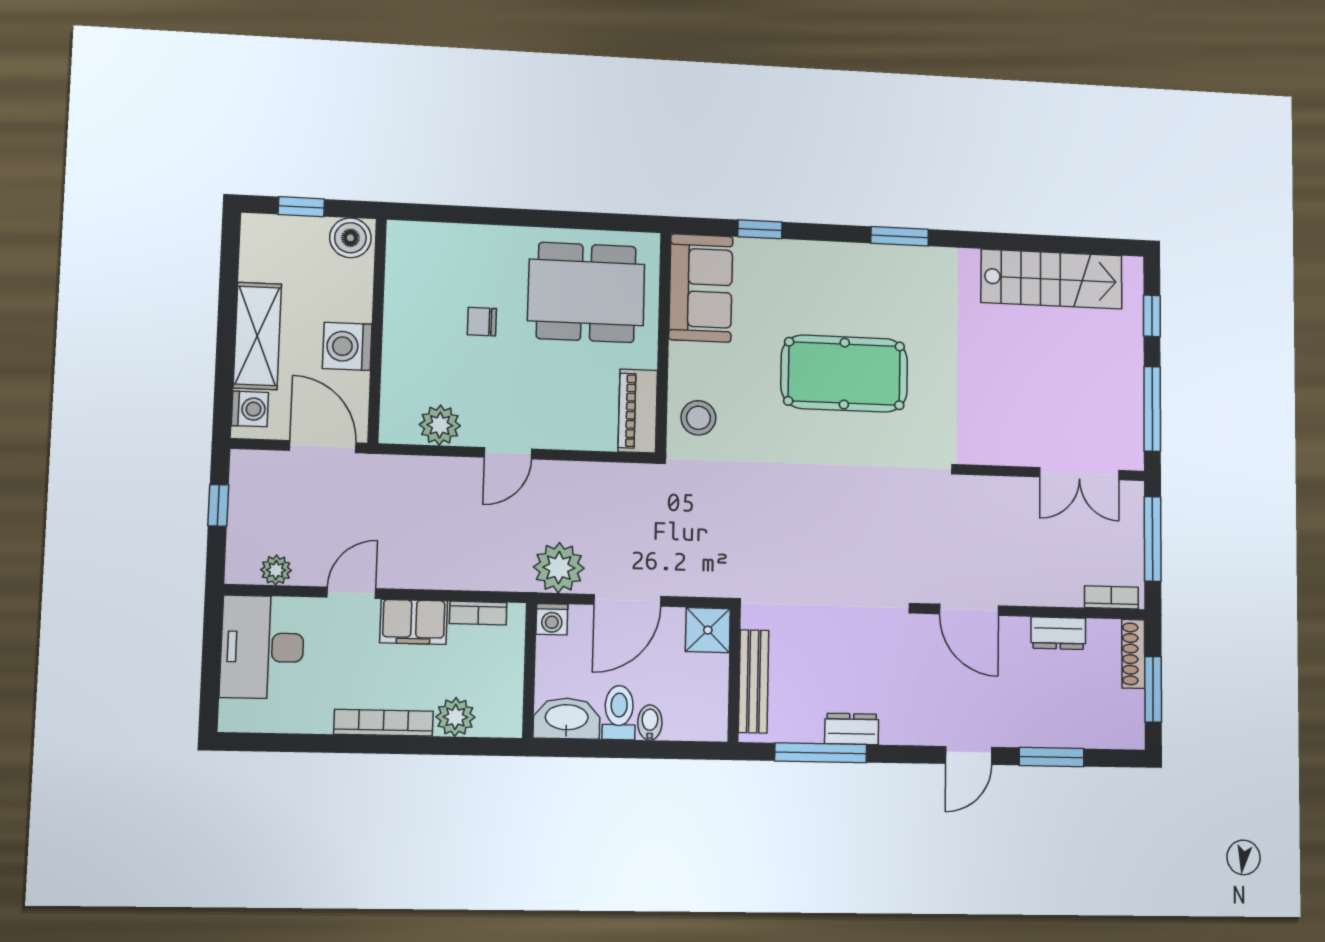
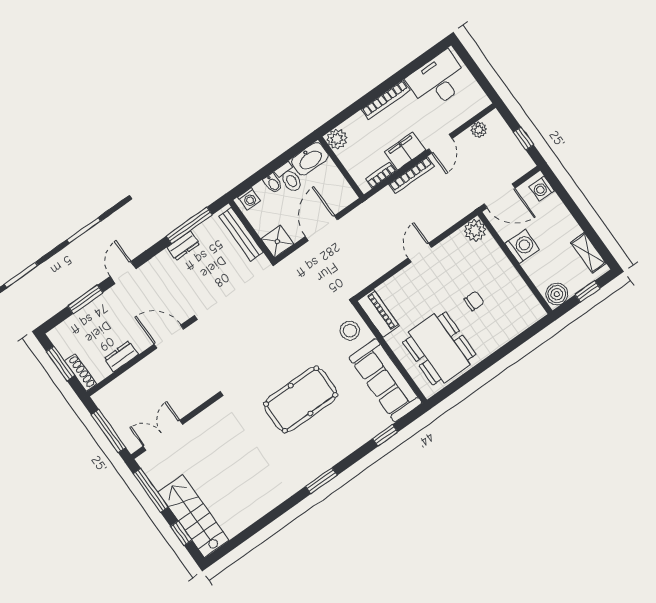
stairs: (1052, 279) -> (194, 516), moved, turned 90
sofa: (701, 288) -> (385, 380), width x1.36
dining table: (586, 292) -> (439, 348), turned 90
shelving: (257, 336) -> (588, 253), moved, width x0.67, depth x0.75
plant: (440, 425) -> (475, 230), moved
plant: (559, 568) -> (361, 220), removed
bookcase: (1111, 597) -> (411, 175), moved, width x1.56
washing machine: (552, 619) -> (249, 199), moved, turned 180
desk: (262, 647) -> (438, 80), moved, turned -90
plant: (455, 717) -> (337, 139), moved

